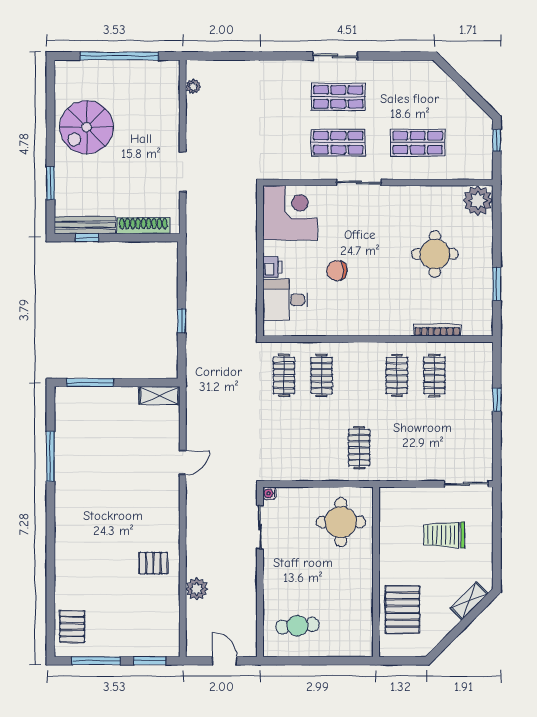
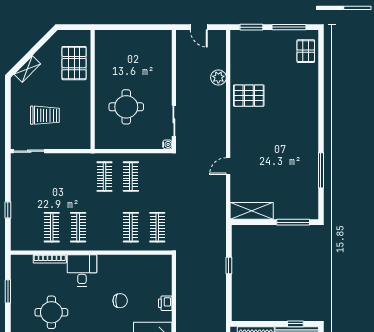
desk: (285, 300) -> (82, 270), moved, turned -90
shelving: (159, 396) -> (252, 211), width x1.50, depth x1.33
clothes rail: (322, 448) -> (131, 177), added
round table: (341, 522) -> (126, 107), moved
pallet: (153, 563) -> (249, 96), width x1.50, depth x1.42
cafe table: (297, 626) -> (148, 52), removed

